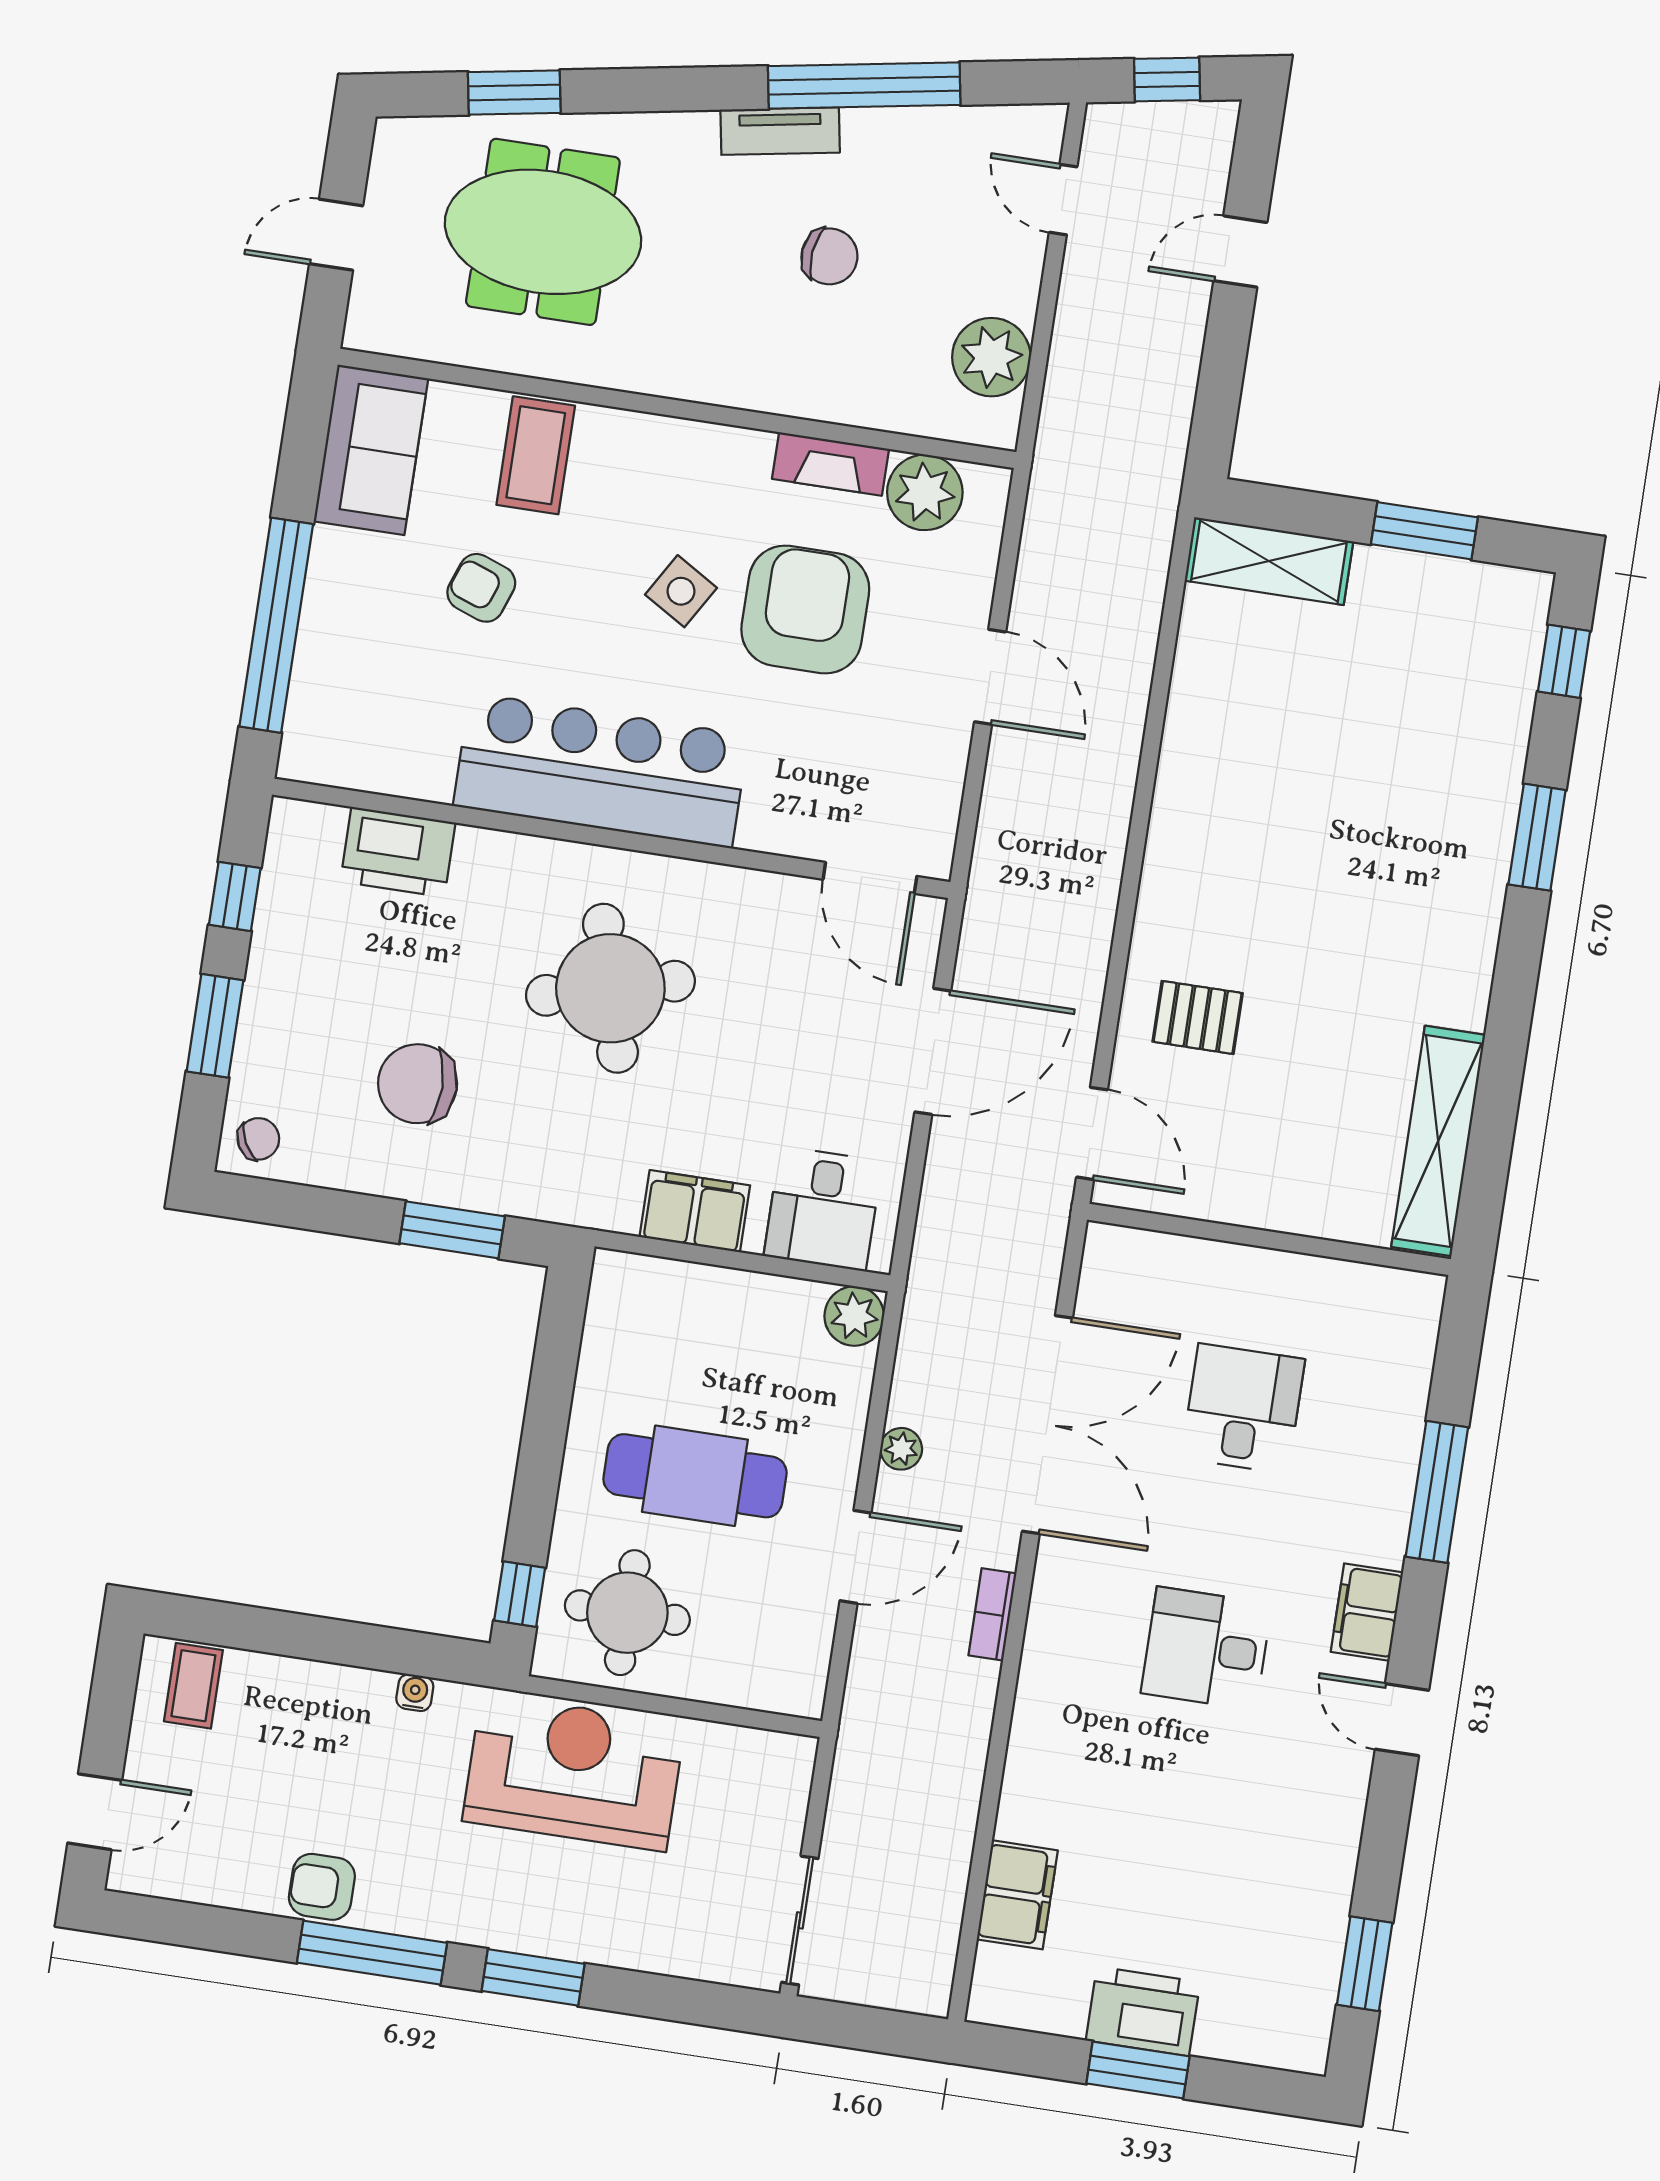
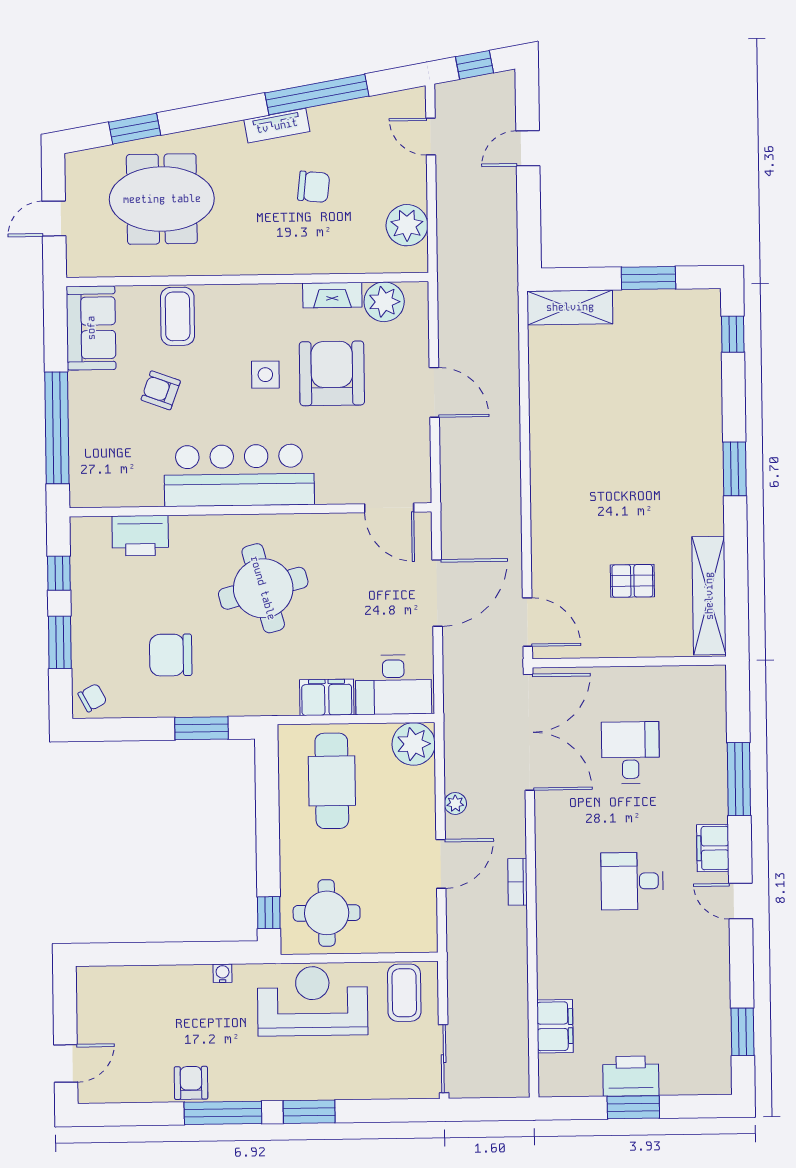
side table: (681, 591) -> (265, 375), turned -31
window: (1537, 837) -> (735, 469), moved
pallet: (1198, 1017) -> (632, 581), moved
desk: (823, 1209) -> (393, 685), width x1.37
plant: (854, 1316) -> (414, 744), width x1.36, depth x1.36
double door: (1047, 1425) -> (529, 732), moved
cafe table: (695, 1476) -> (332, 781), moved, turned 90
coffee table: (193, 1686) -> (404, 993), moved, width x1.36, depth x1.30
armchair: (322, 1887) -> (191, 1083), turned 90

